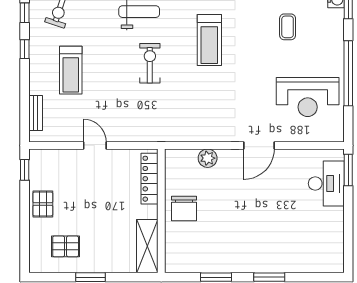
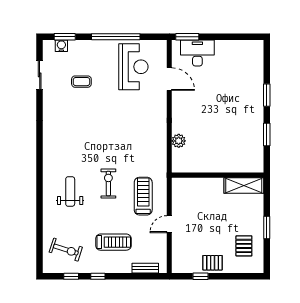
treadmill: (209, 40) -> (143, 196), moved, turned -90
exercise bike: (150, 63) -> (108, 184), turned 90
door: (259, 145) -> (169, 79), moved
window: (25, 170) -> (201, 276), moved
locker: (149, 179) -> (194, 184), removed
chair: (184, 209) -> (216, 158), removed

